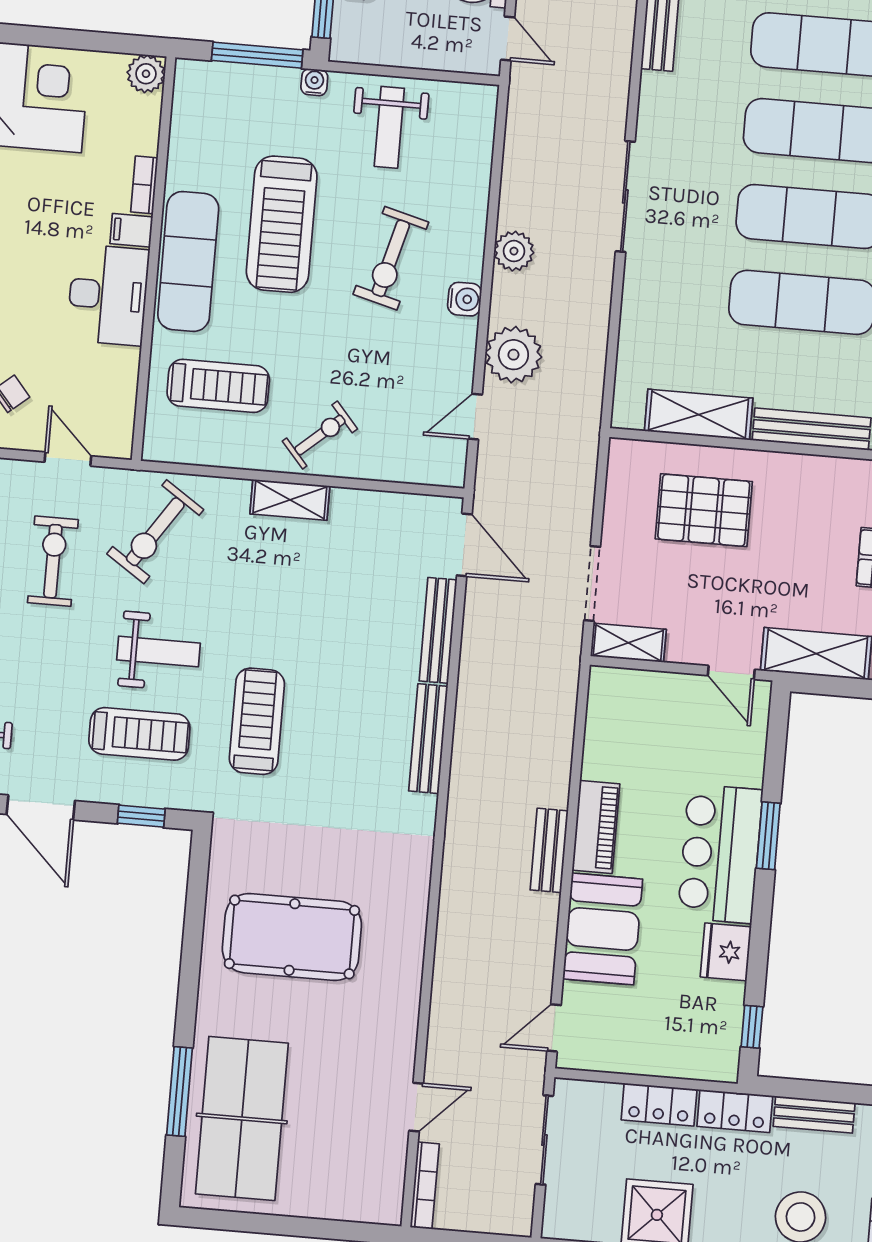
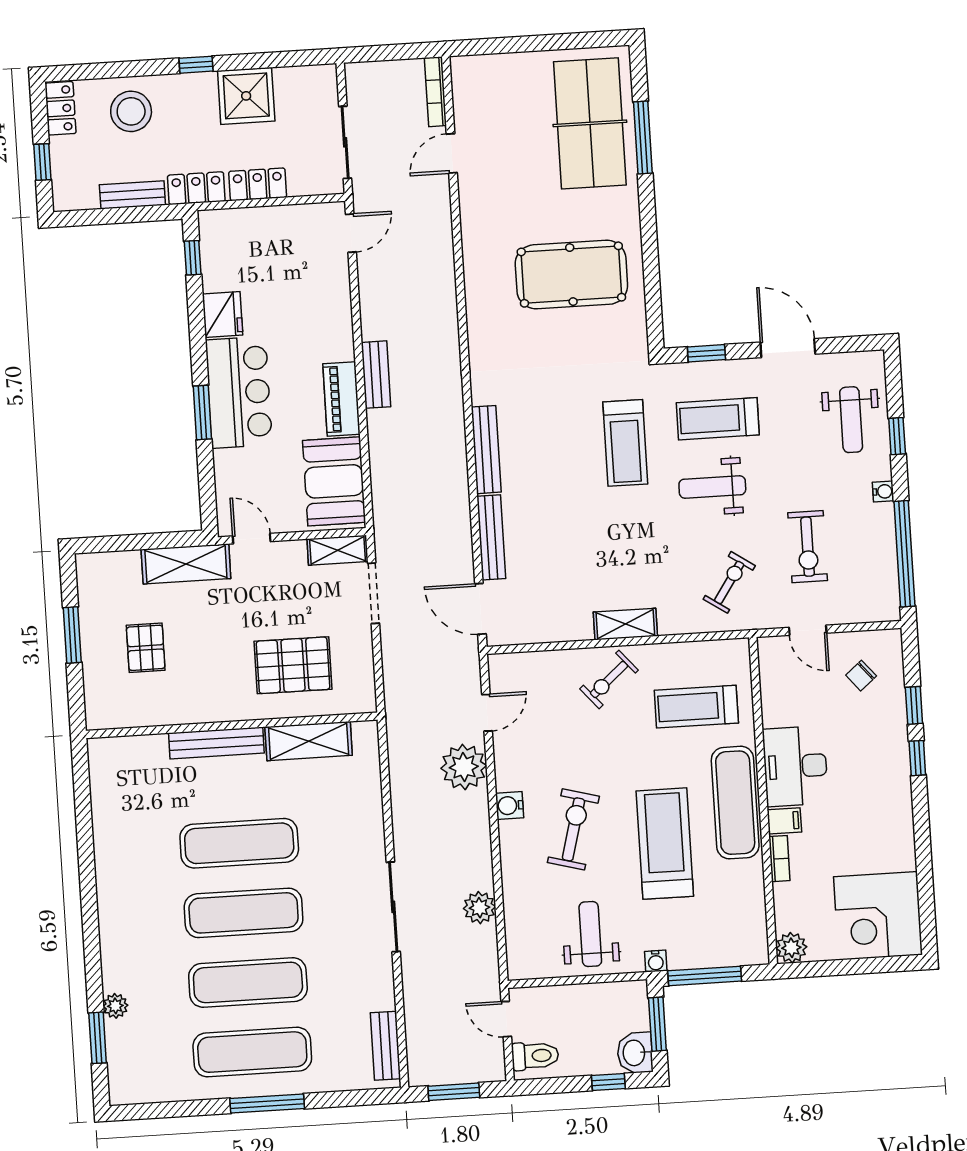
plant: (514, 251) -> (479, 908), moved
exercise bike: (155, 532) -> (729, 582), width x0.73, depth x0.72
booth: (603, 929) -> (334, 481), moved

